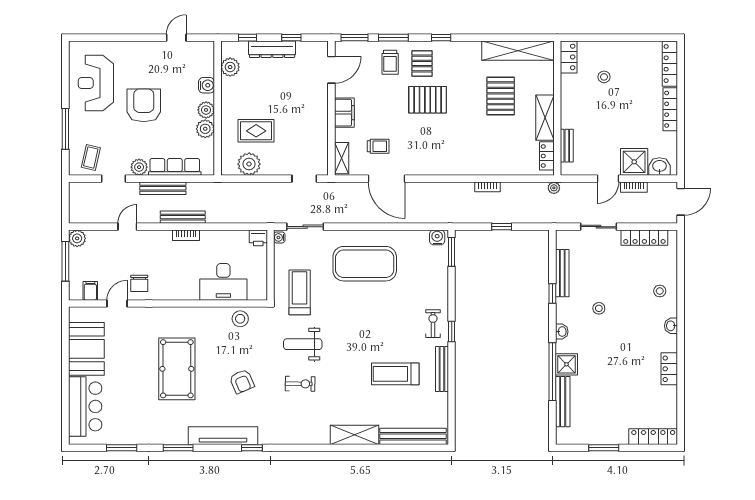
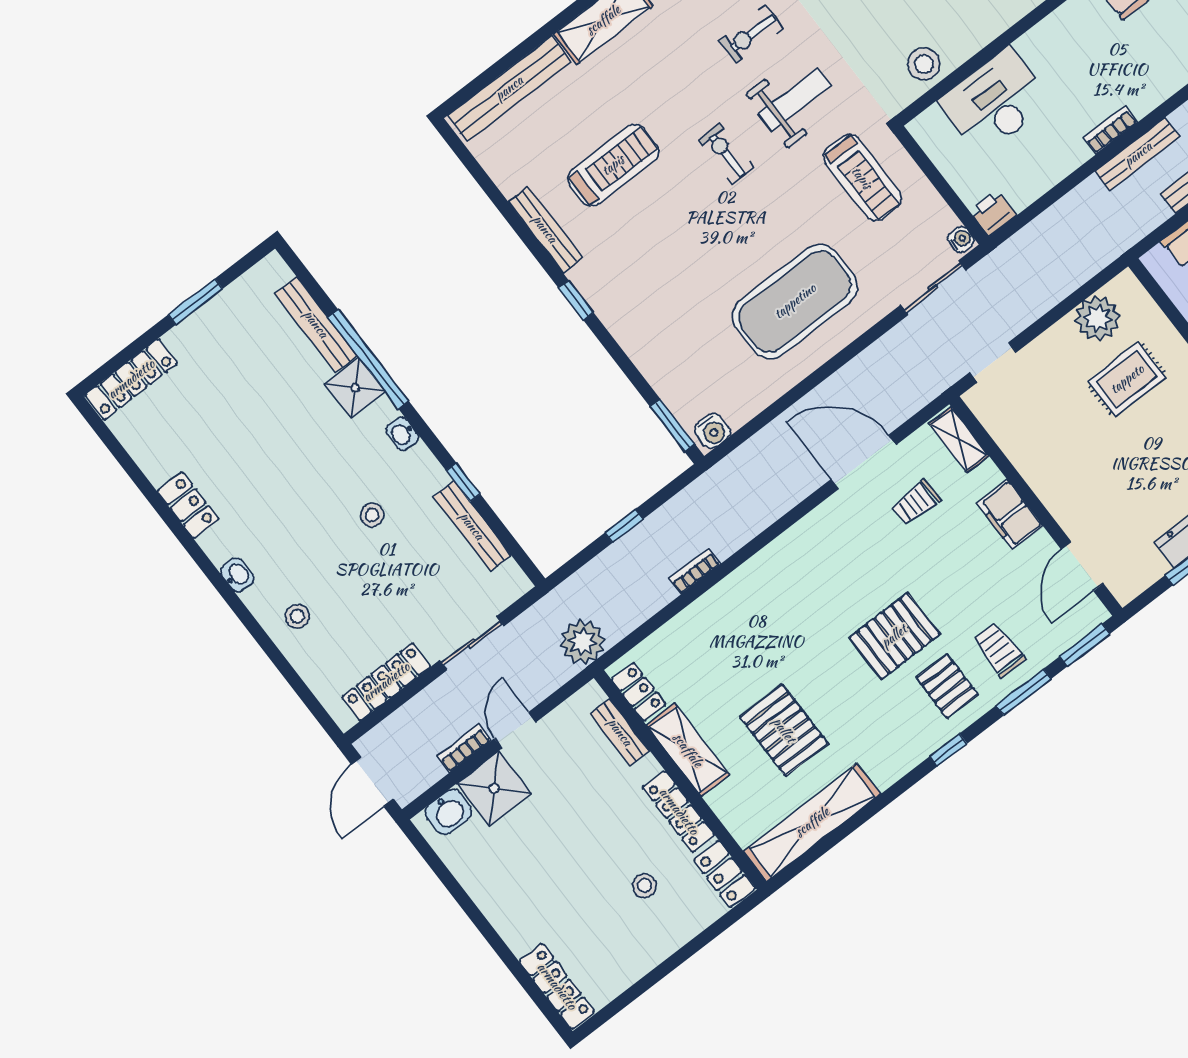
locker: (670, 109) -> (679, 811), moved, turned 180
plant: (554, 188) -> (583, 642), width x1.88, depth x1.88
exercise bike: (433, 324) -> (726, 154), moved, turned 180

